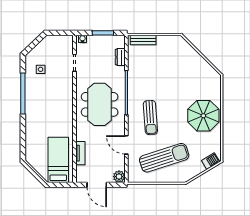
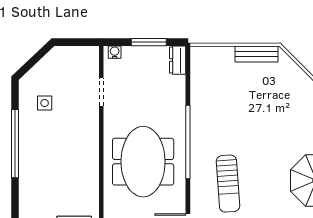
bench: (143, 40) -> (257, 54), moved
dresser: (120, 57) -> (178, 60), moved

